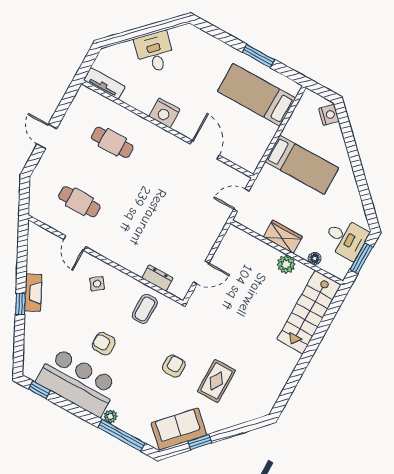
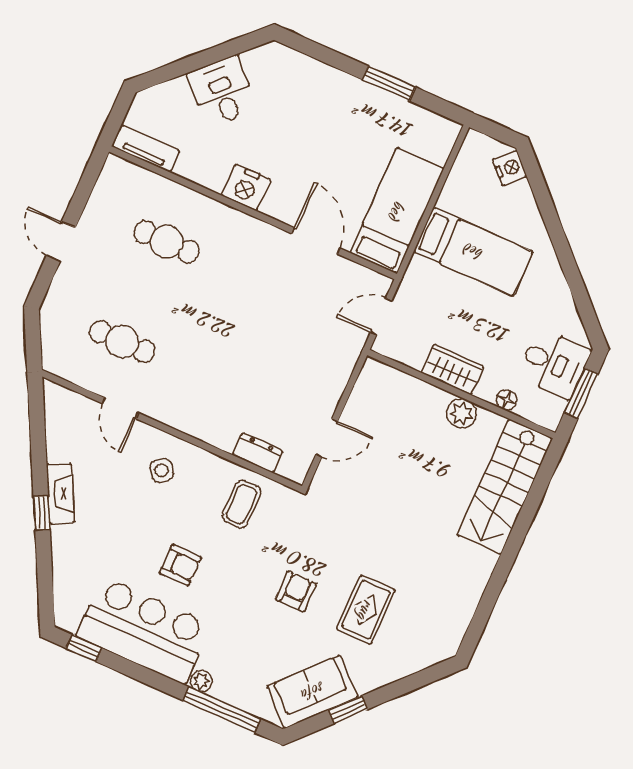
bed: (257, 95) -> (397, 211), moved, turned 90
armchair: (104, 344) -> (181, 565), turned 180

